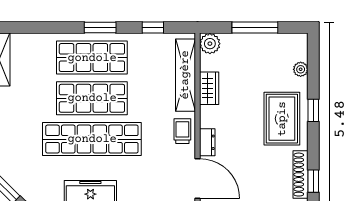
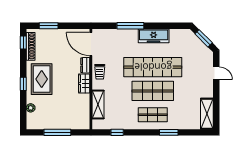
window: (100, 27) -> (169, 132), moved
plant: (210, 44) -> (84, 123), removed
shop shelf: (92, 58) -> (153, 115), width x0.70, depth x0.74
shelving: (185, 75) -> (98, 105), width x0.68
wardrobe: (209, 88) -> (84, 84), moved

